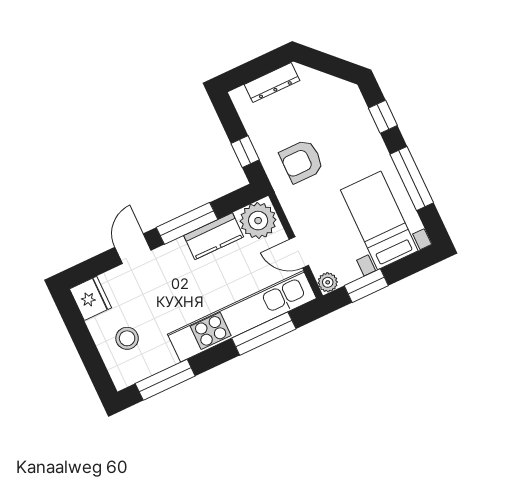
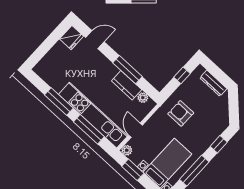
window: (245, 152) -> (182, 75), moved
plant: (258, 221) -> (143, 98), width x0.53, depth x0.53
door: (133, 249) -> (95, 40), moved
stool: (127, 338) -> (59, 63), removed
window: (165, 380) -> (59, 102), moved

